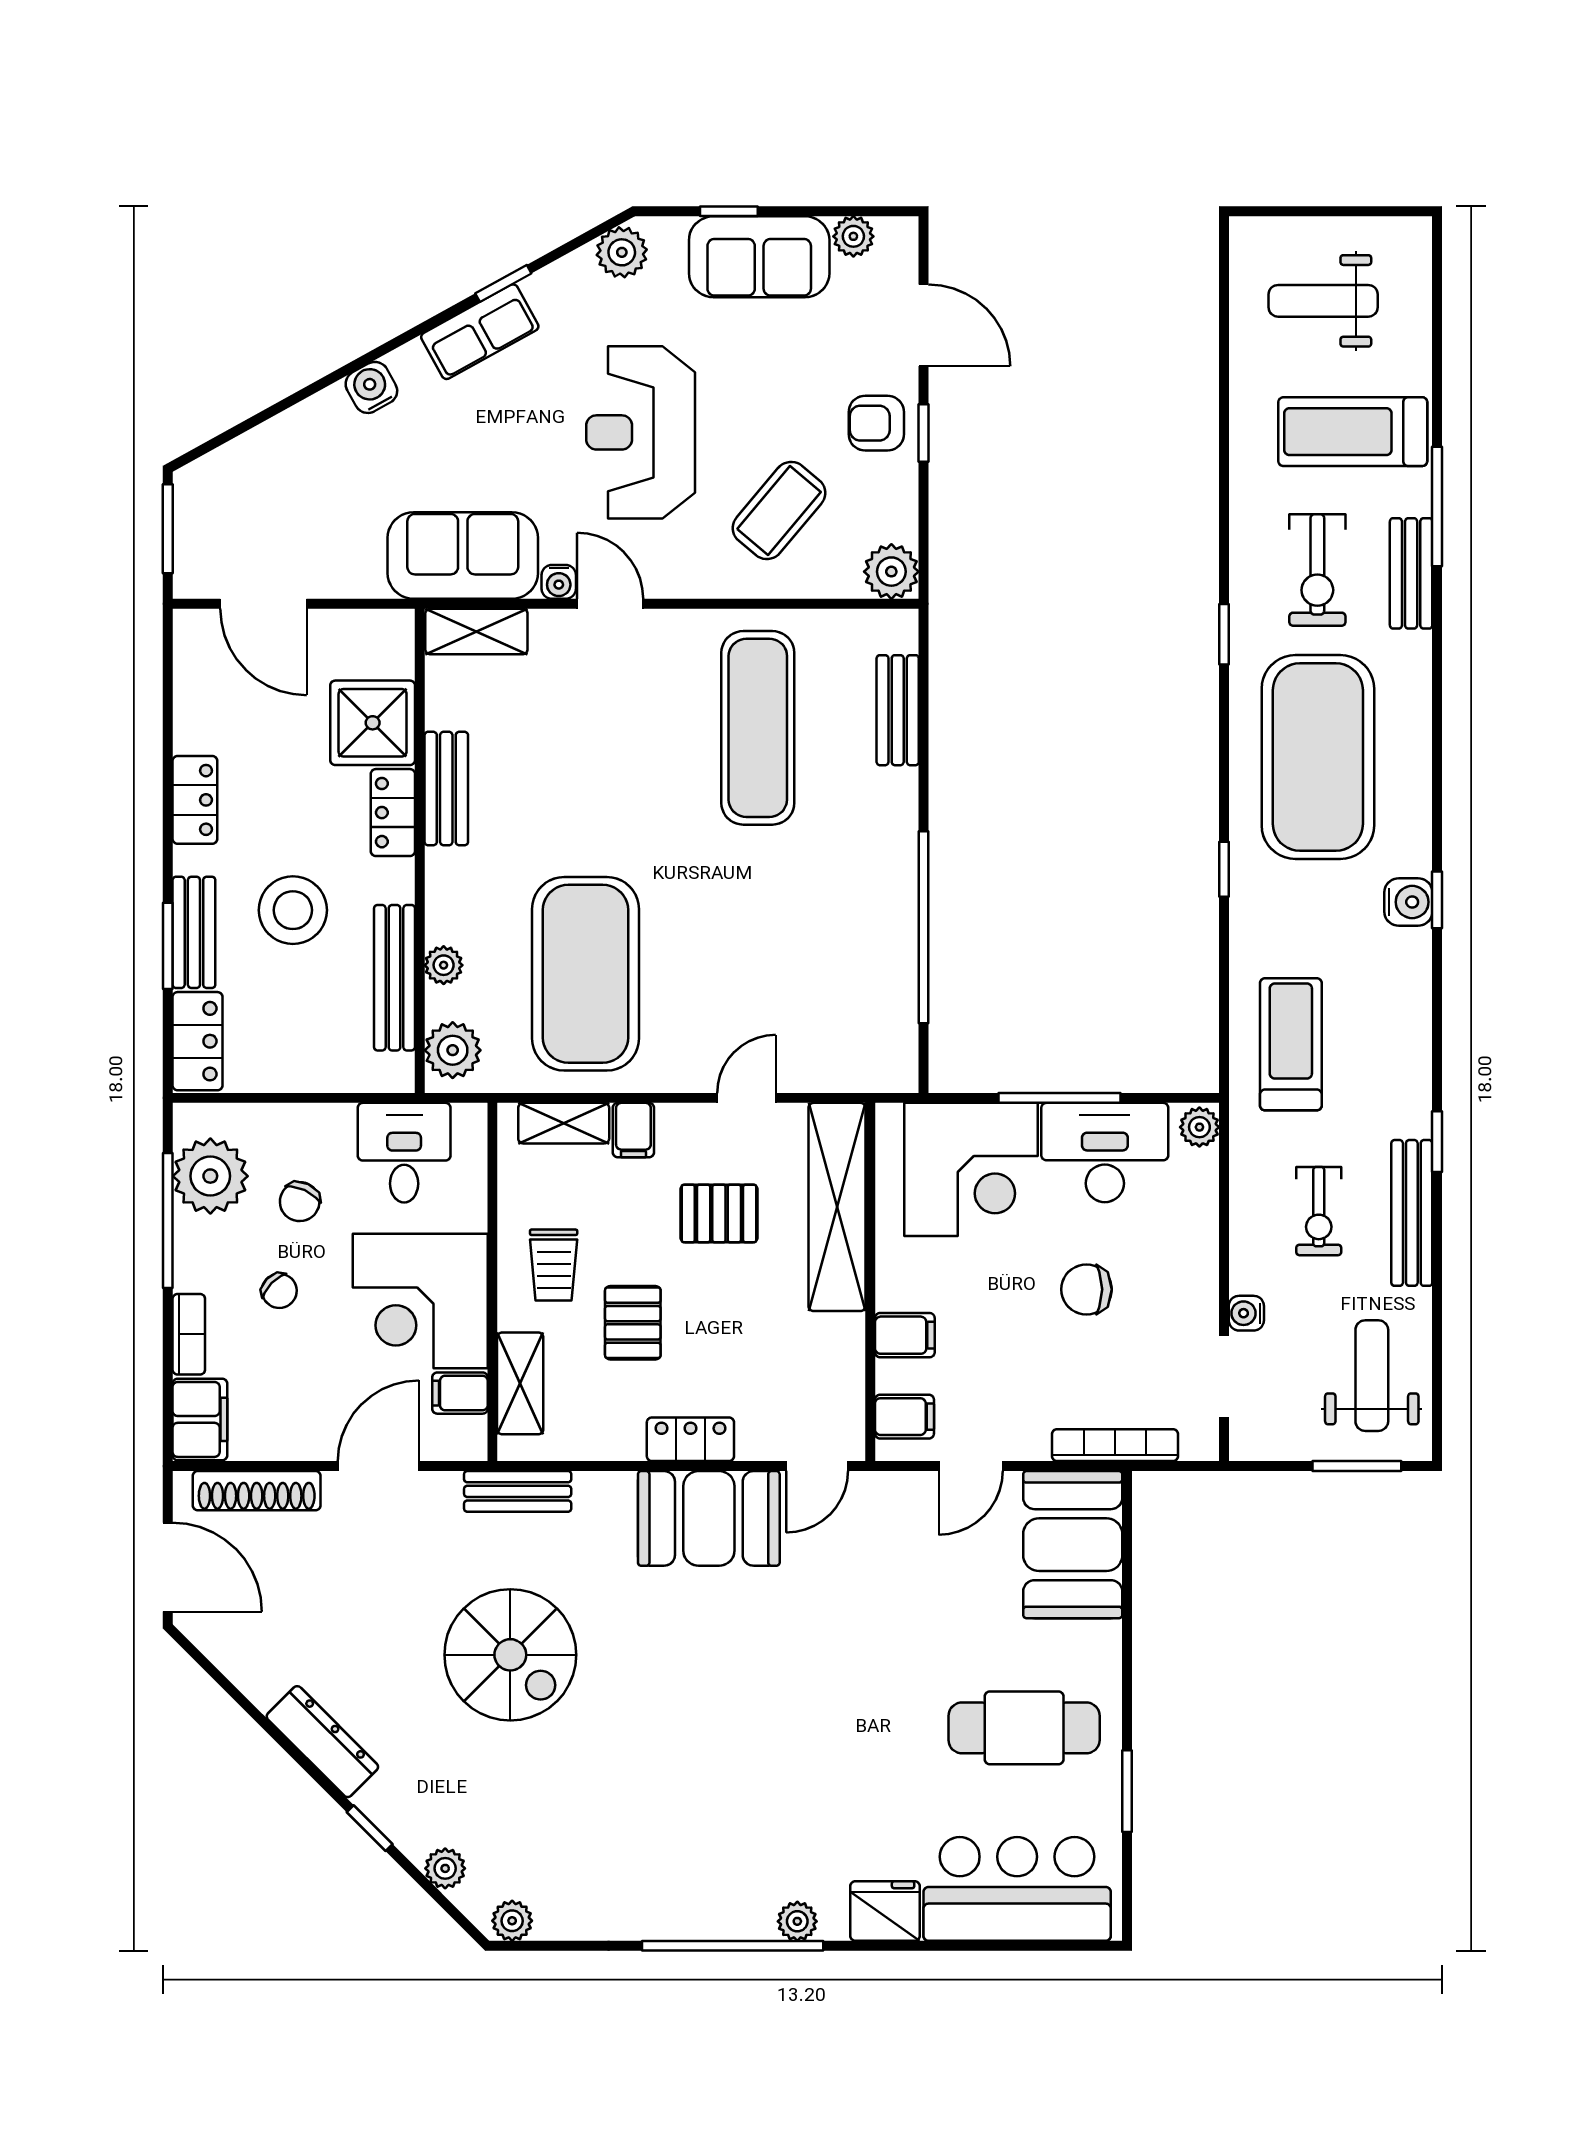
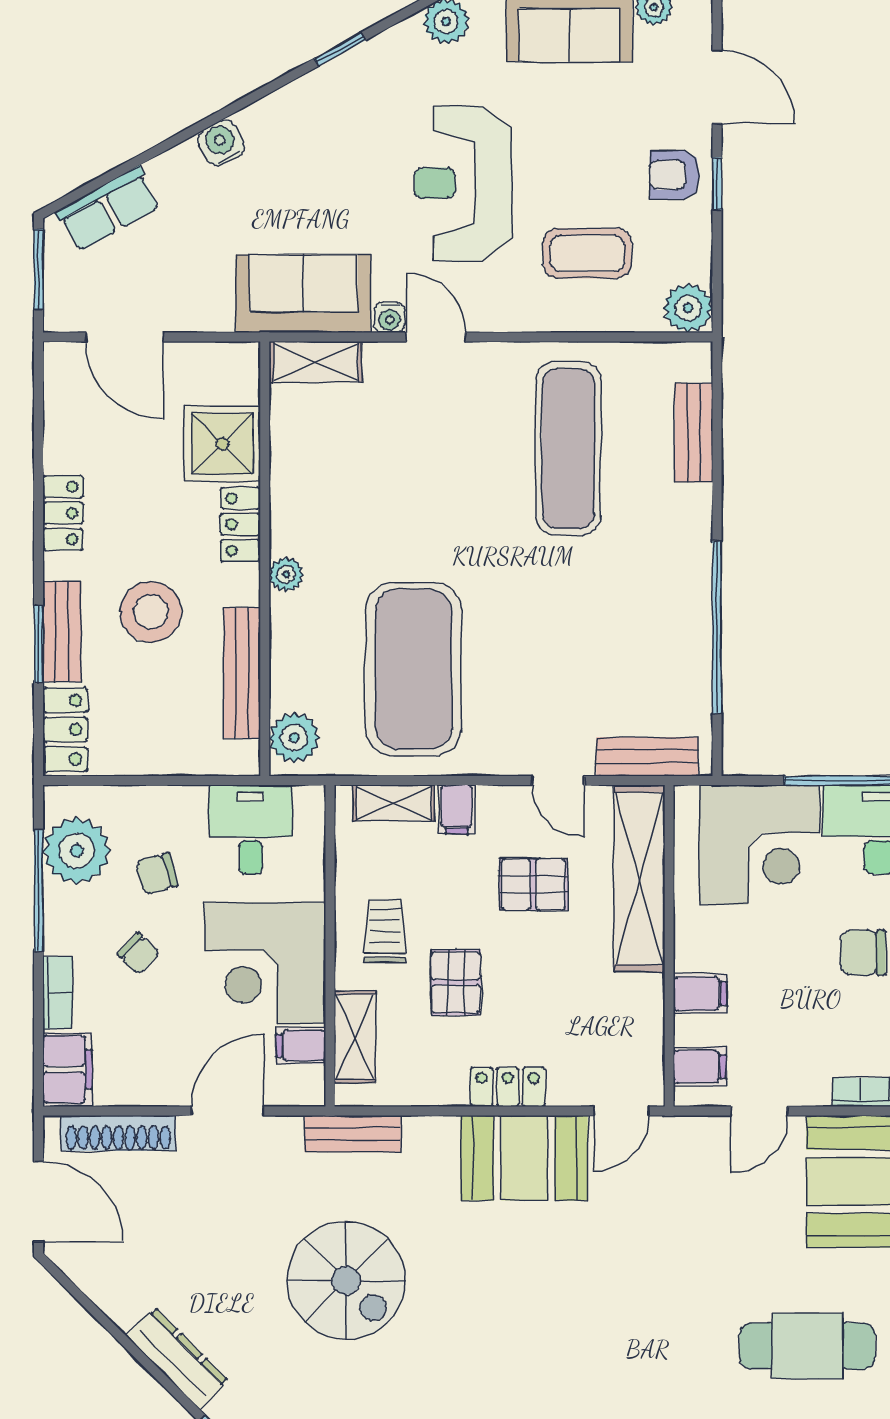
row of seats: (480, 332) -> (108, 209), moved
coffee table: (779, 510) -> (587, 253), turned 50
bench: (446, 789) -> (647, 757), moved, turned 90
plant: (444, 965) -> (286, 574), moved
door: (747, 1098) -> (558, 781), swing flipped
chair: (300, 1202) -> (157, 874), turned 49
trolley: (554, 1265) -> (385, 931), turned 180

